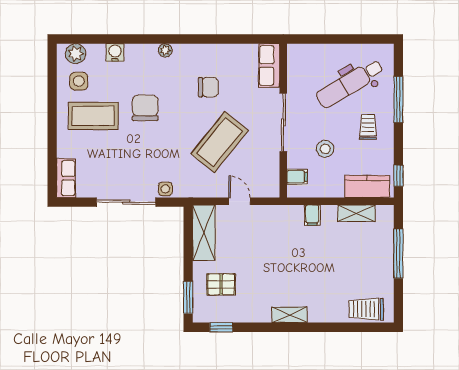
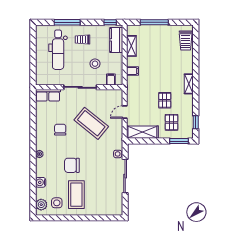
dental chair: (350, 83) -> (58, 50), turned 31
row of seats: (66, 178) -> (112, 210), removed
pallet: (260, 272) -> (165, 100), added

